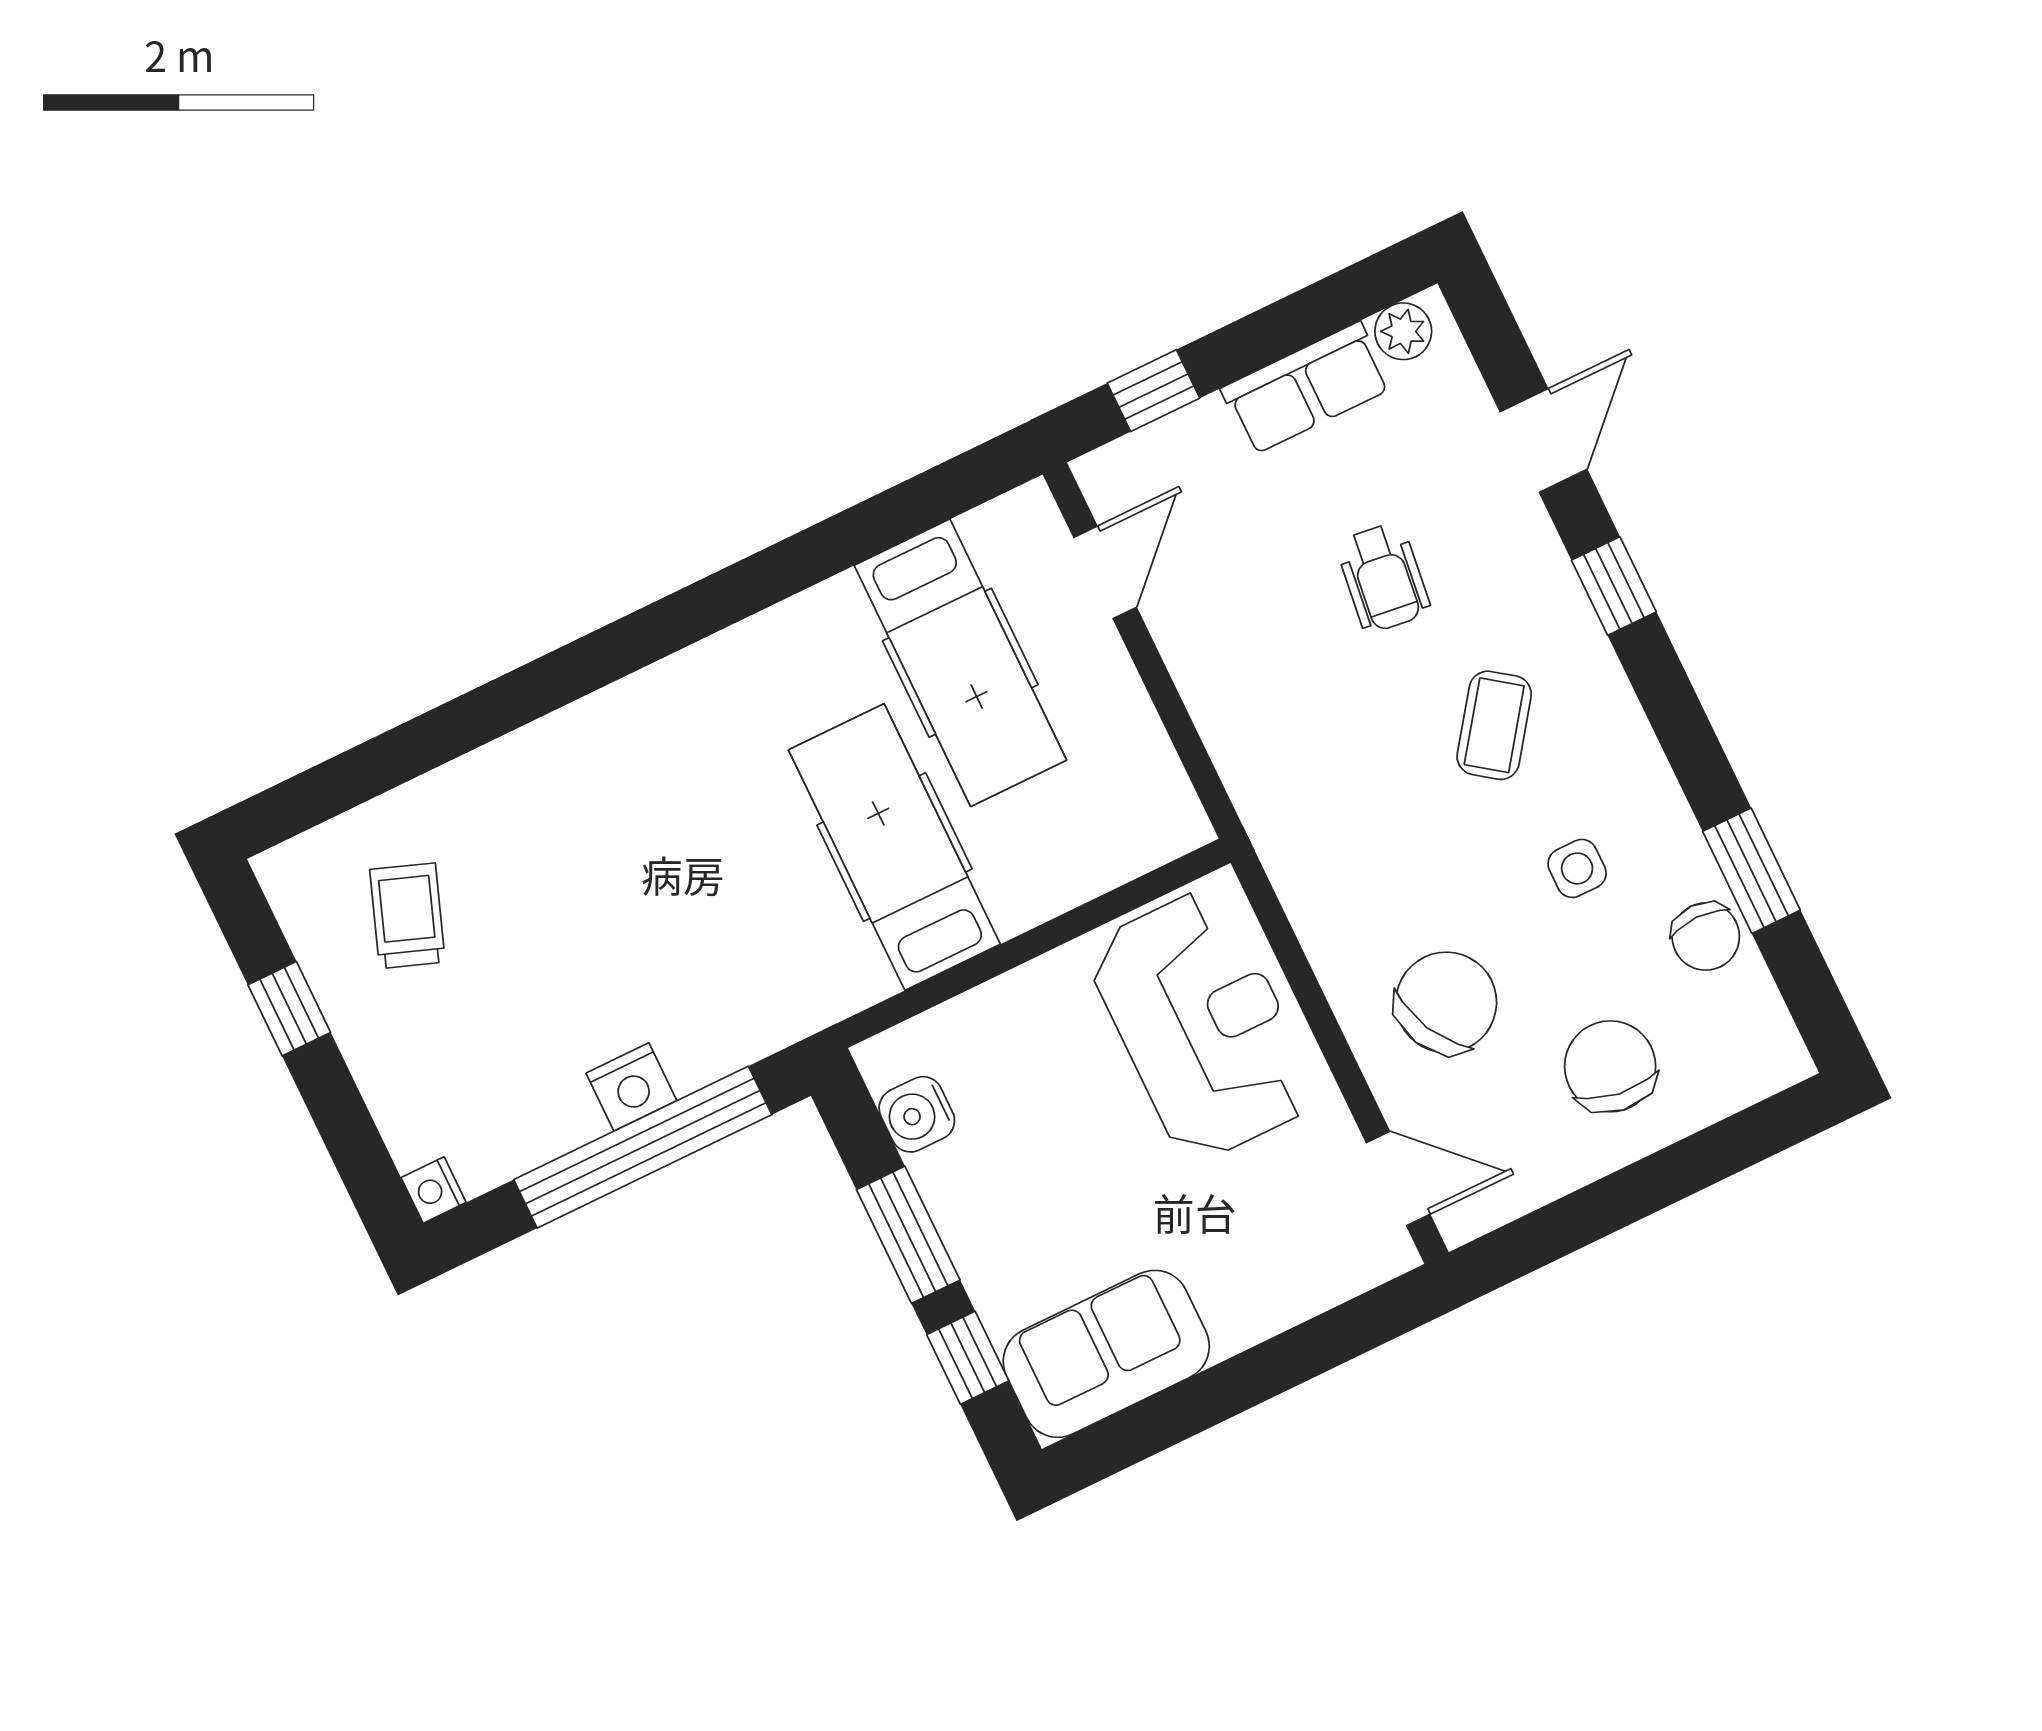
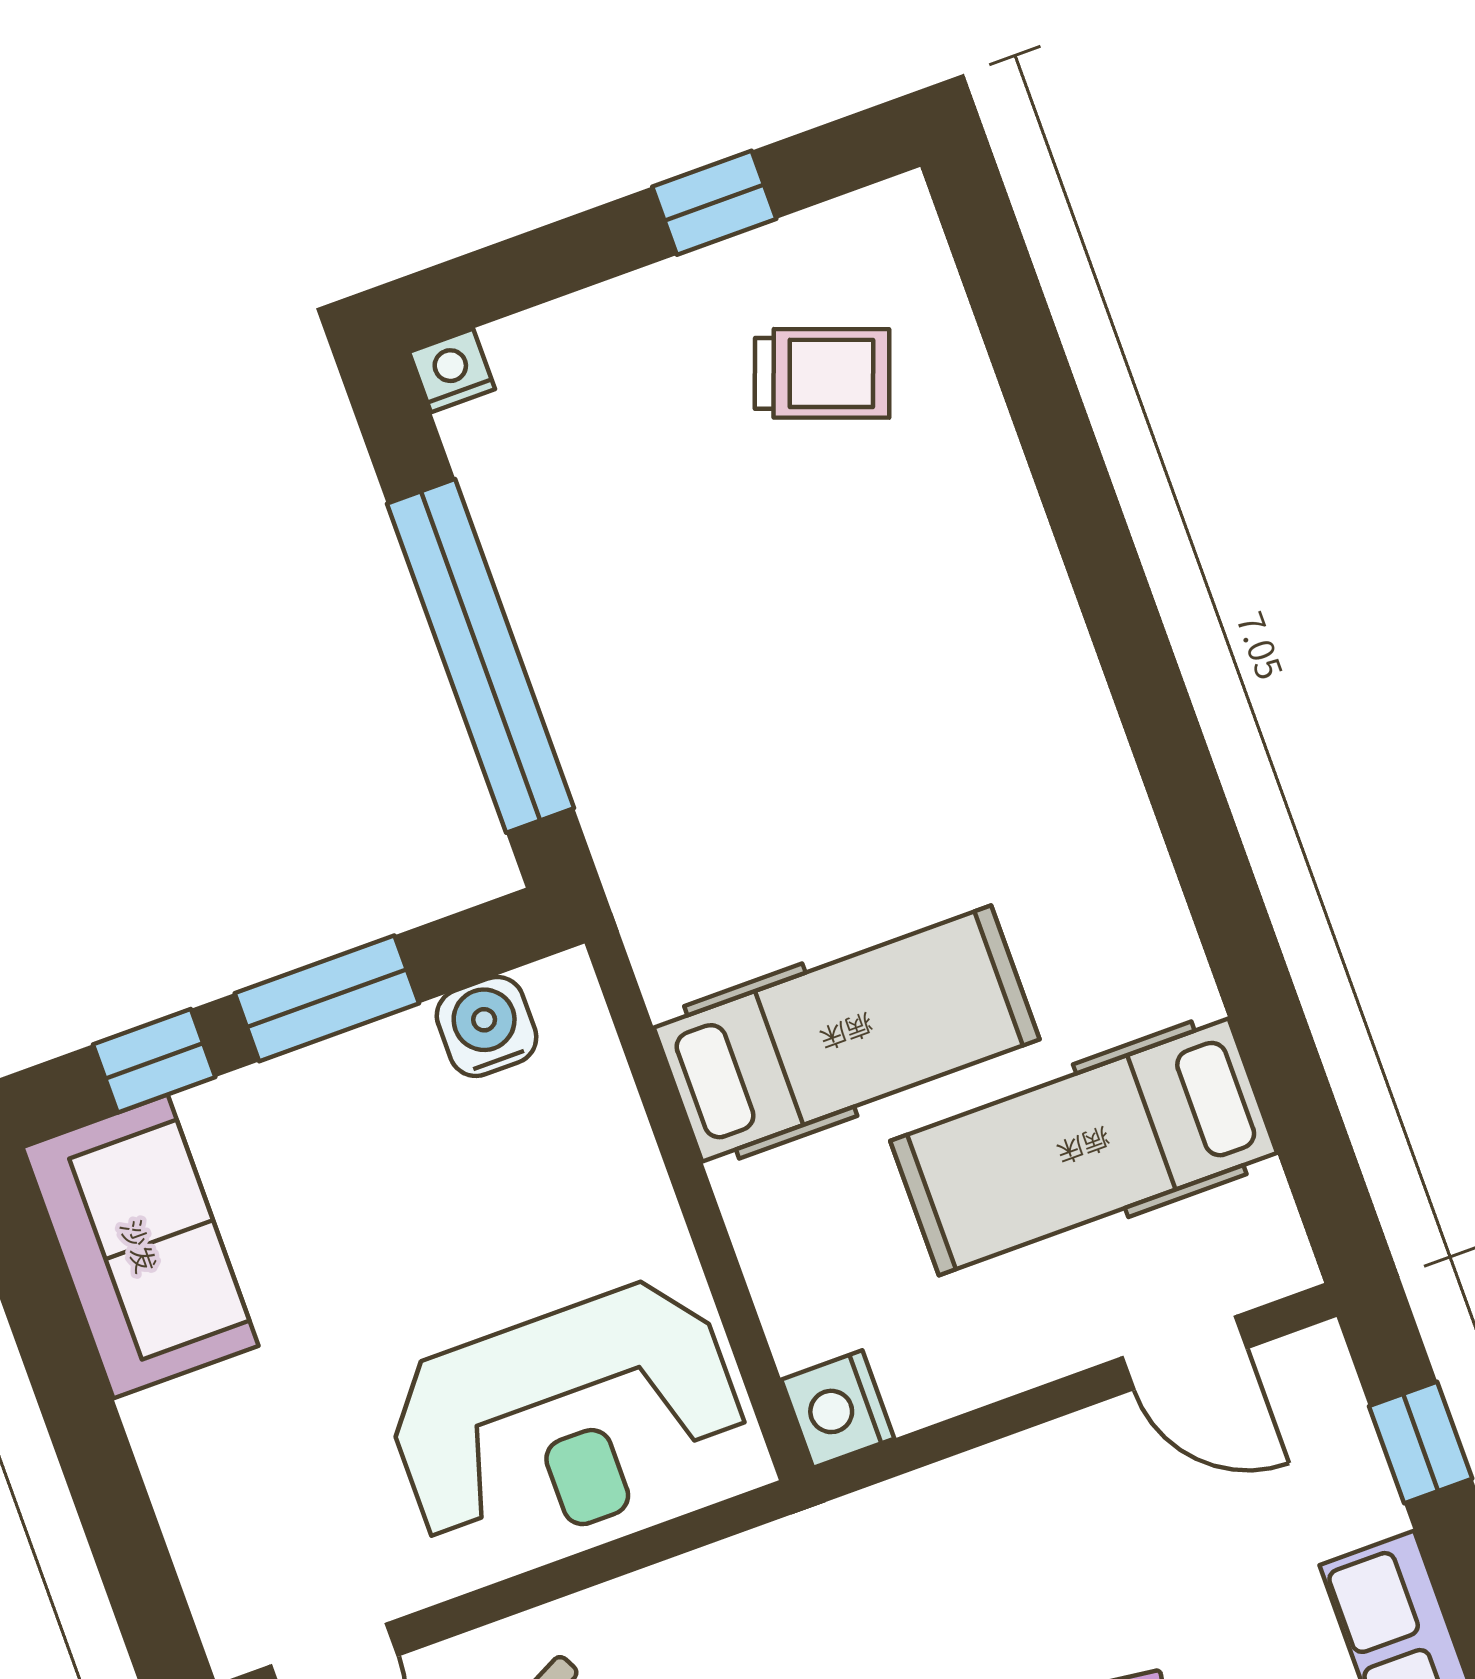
nightstand: (631, 1087) -> (838, 1409), moved

